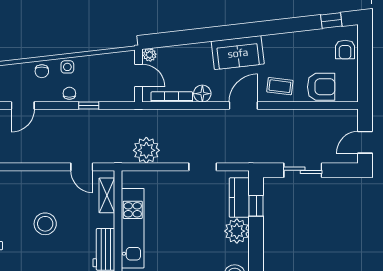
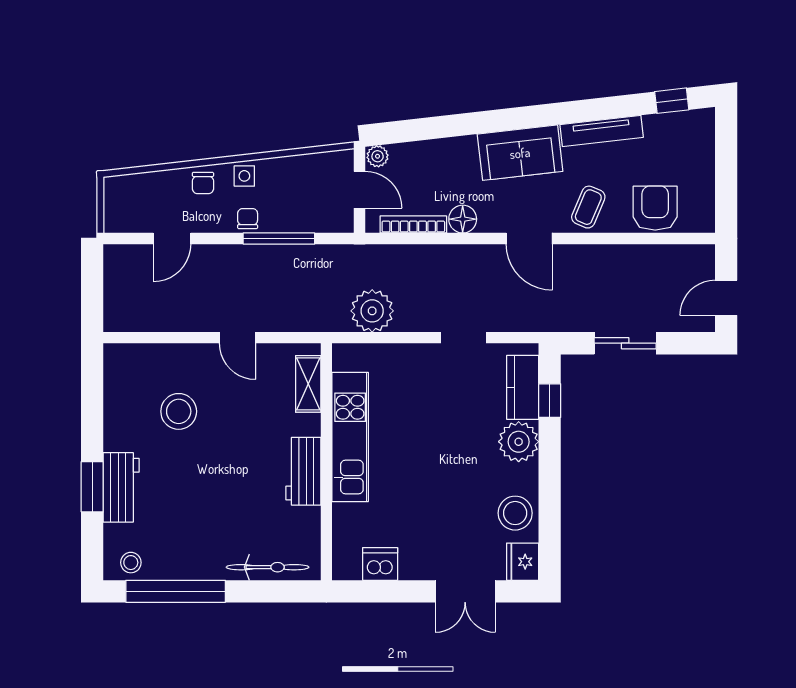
tv unit: (288, 39) -> (602, 131), added
armchair: (345, 50) -> (694, 148), removed
coffee table: (280, 86) -> (588, 207), turned -74
armchair: (321, 87) -> (655, 208), turned -90
window: (89, 106) -> (279, 239), width x2.17
door: (243, 106) -> (529, 239), swing flipped
door: (82, 167) -> (238, 338), moved
stool: (45, 224) -> (179, 411), moved

